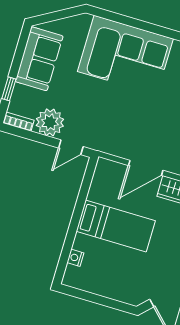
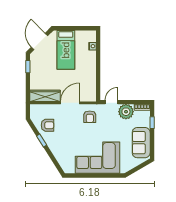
armchair: (117, 133) -> (90, 117), added
bed: (116, 226) -> (66, 50), moved, turned -90

